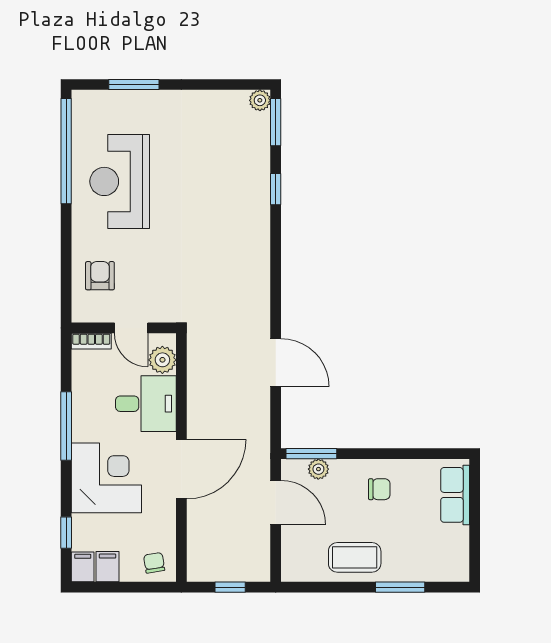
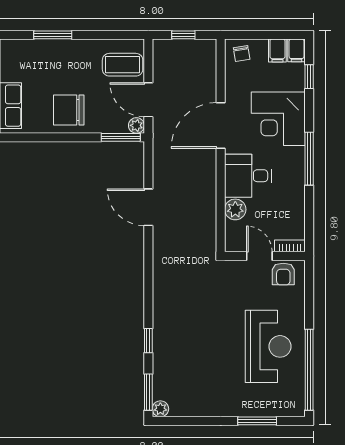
wall: (124, 328) -> (265, 256), moved
door: (131, 328) -> (259, 256), moved
bookcase: (91, 341) -> (290, 246), moved
plant: (318, 469) -> (136, 125), moved
chair: (379, 489) -> (69, 110), width x1.87, depth x1.87
coffee table: (355, 557) -> (123, 65), moved

